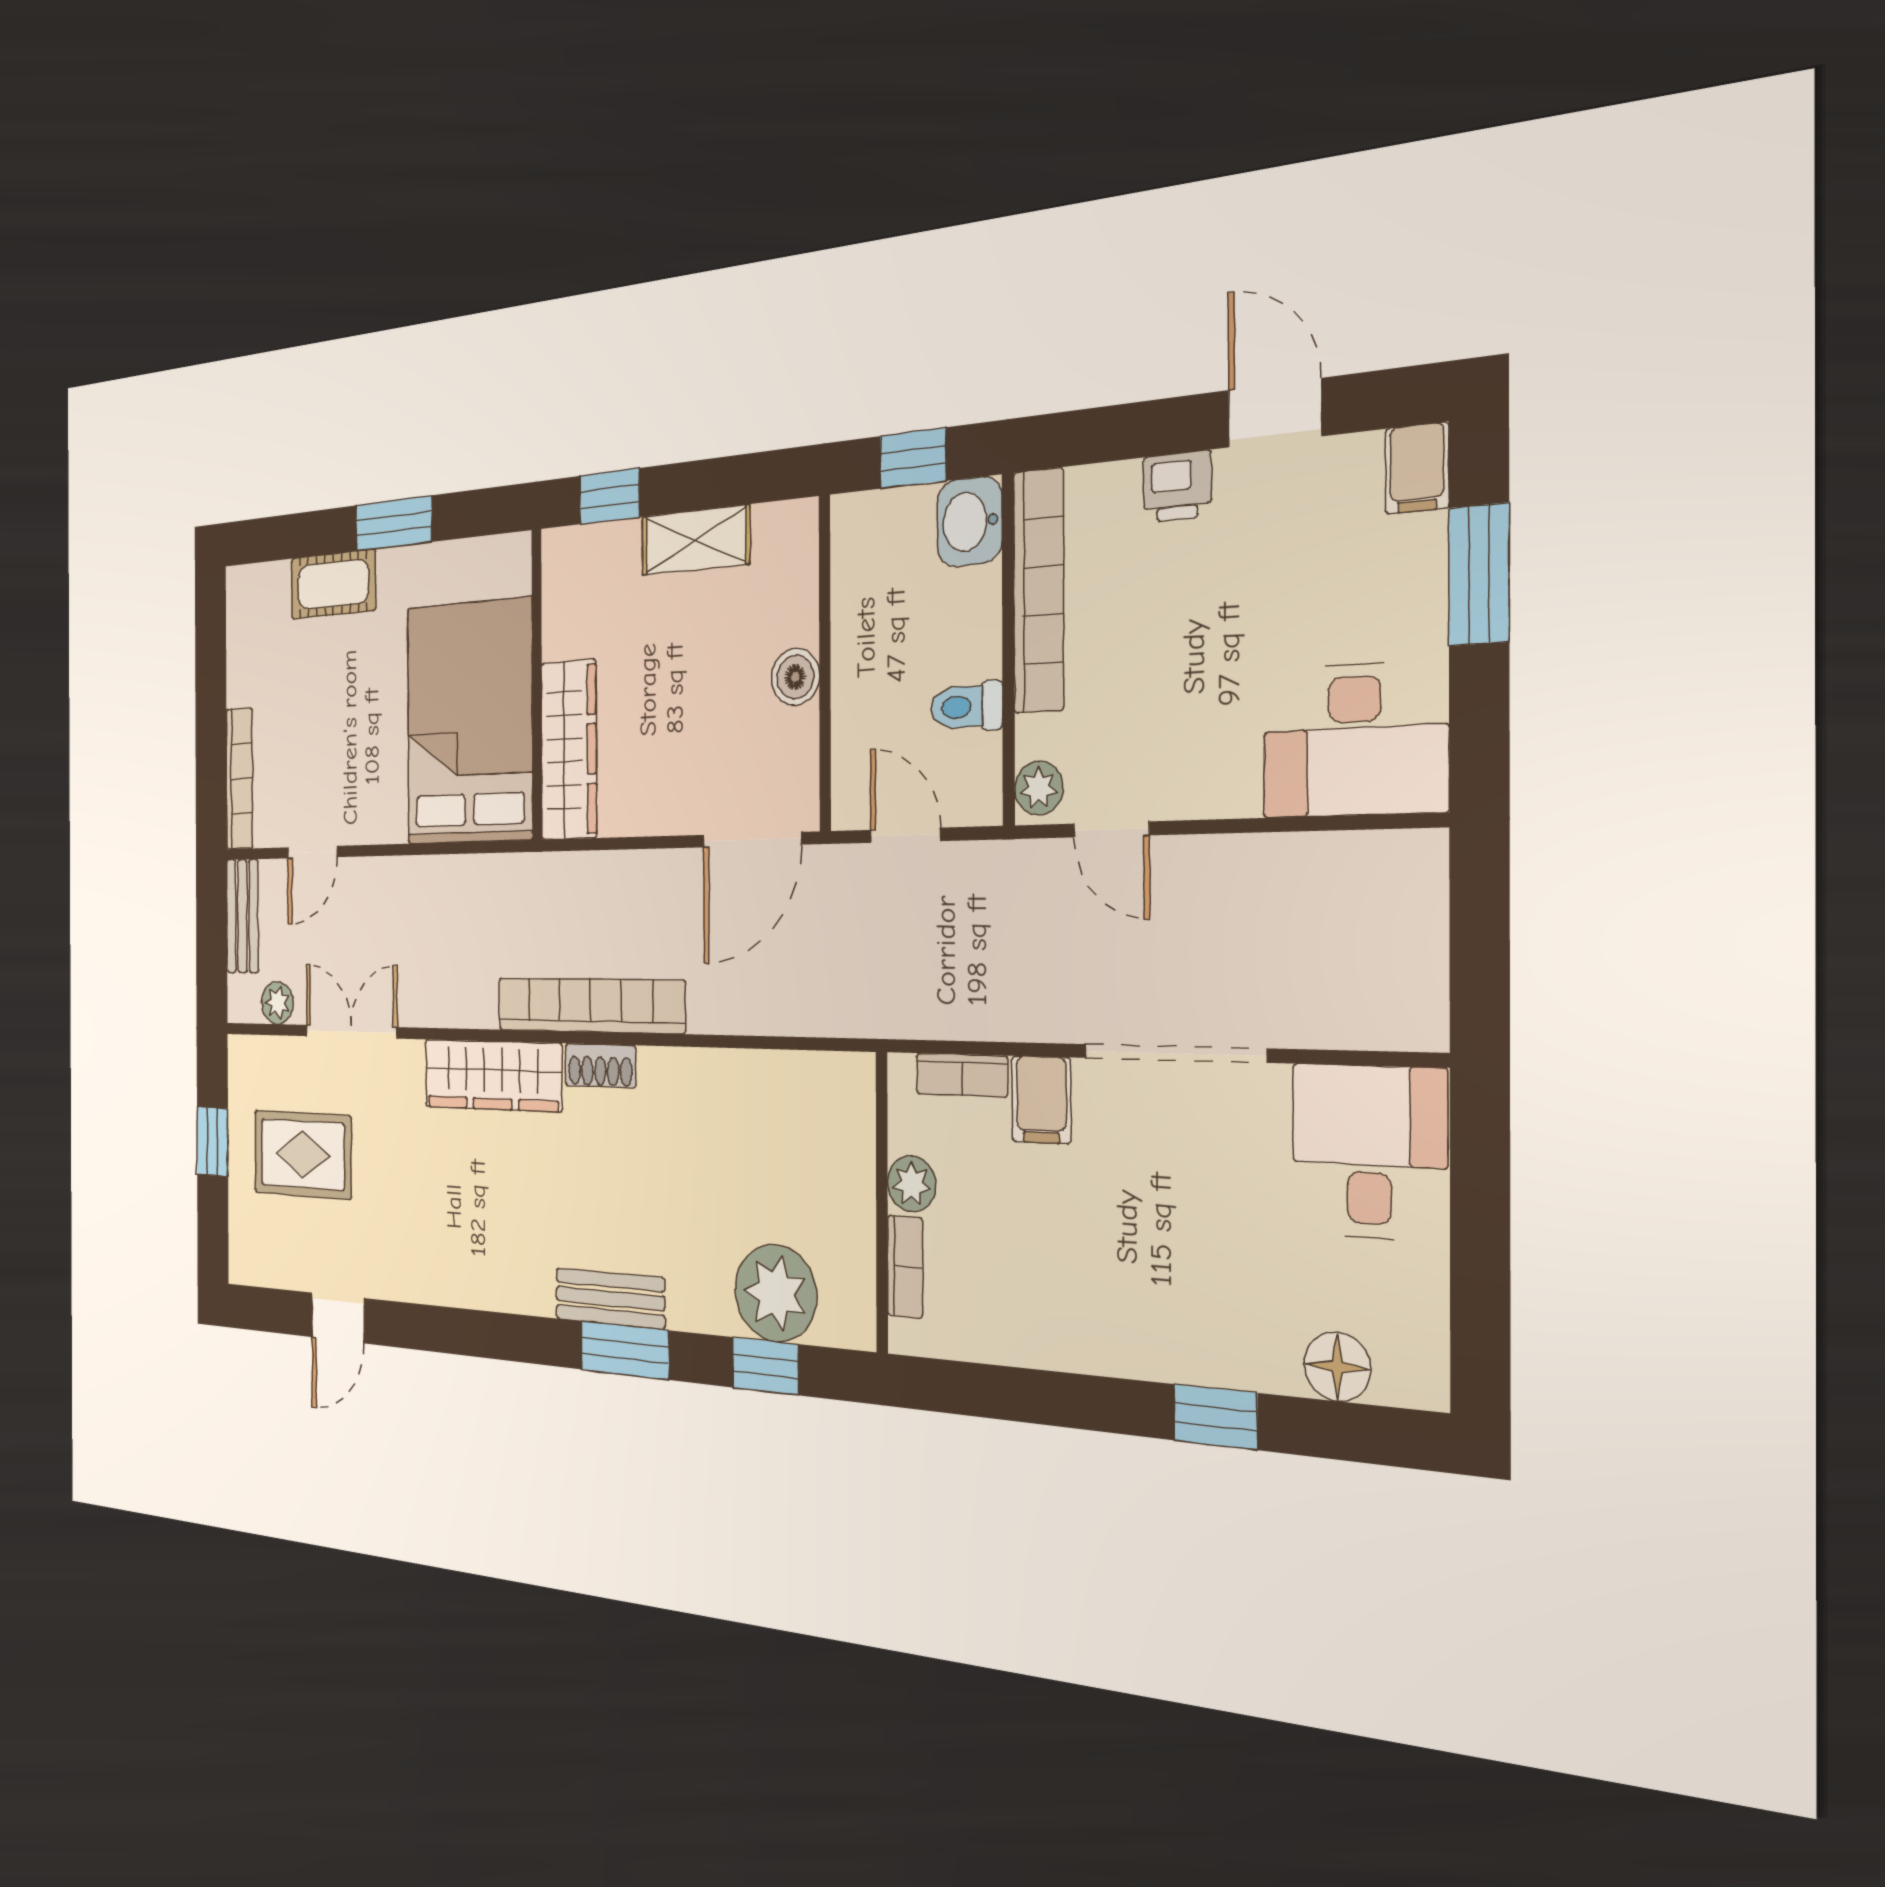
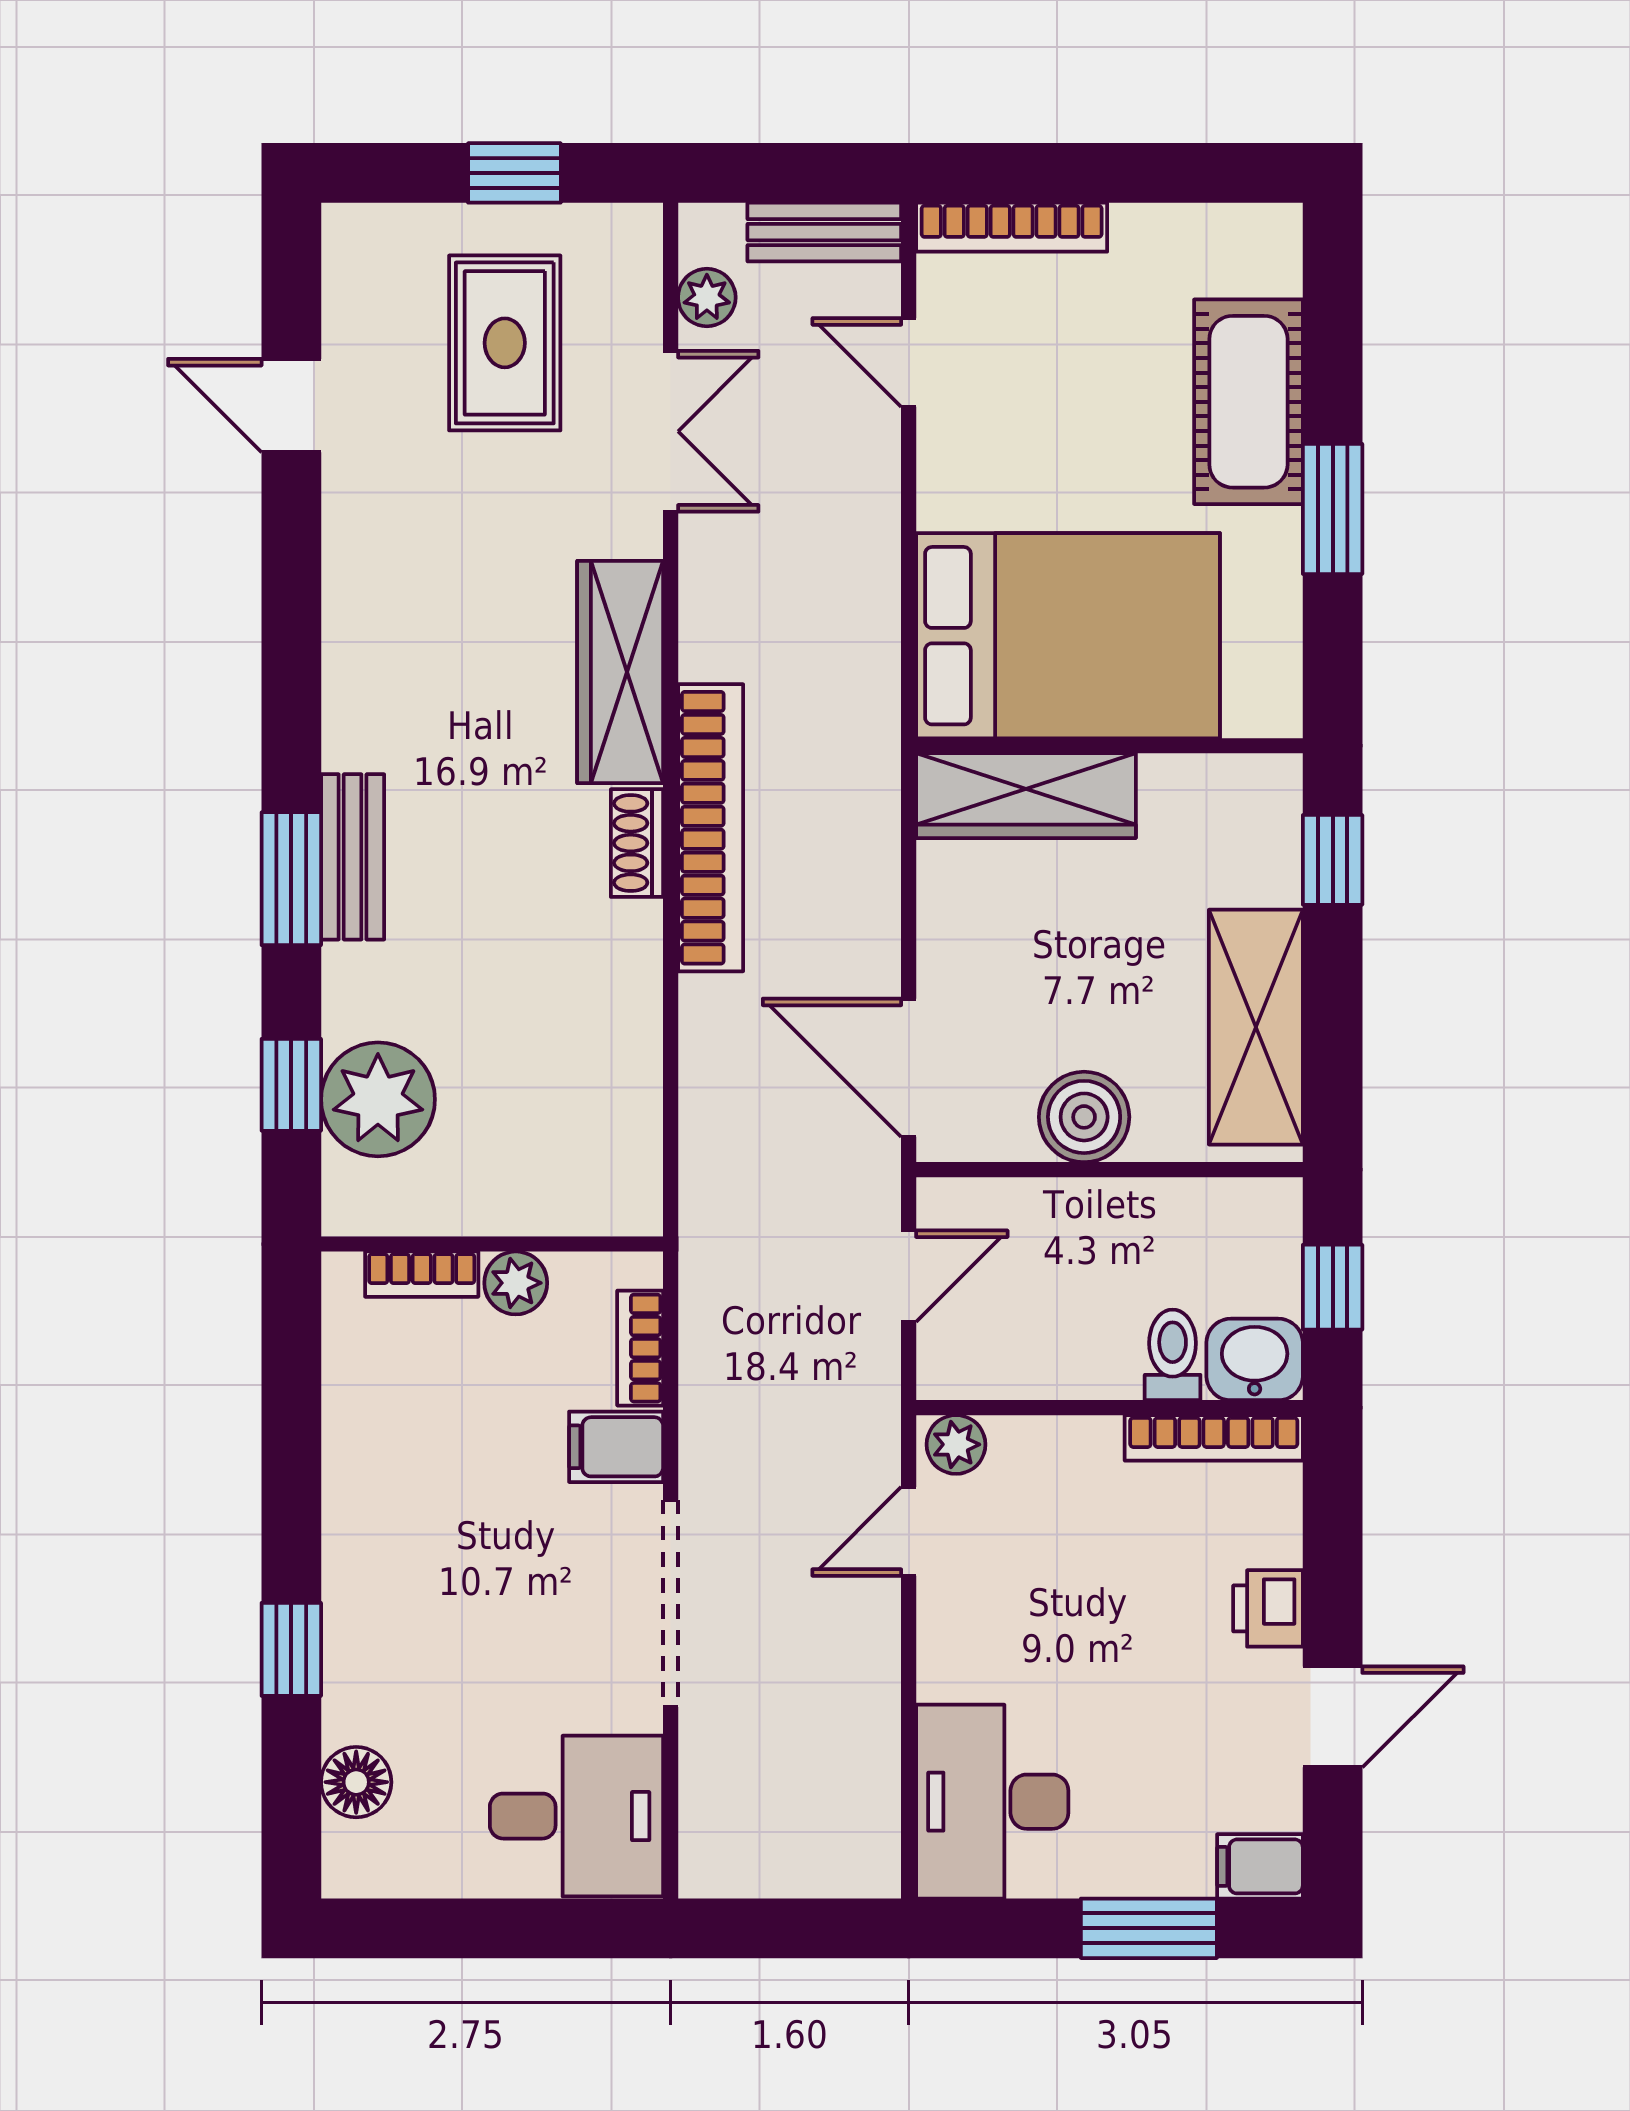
shelving: (695, 540) -> (1256, 1027), width x1.50, depth x1.33
cot: (333, 584) -> (1248, 402), width x1.37, depth x1.34
bookcase: (1039, 591) -> (1214, 1438), width x0.68, depth x0.76
boiler: (795, 677) -> (1084, 1117), width x1.36, depth x1.36
toilet: (966, 707) -> (1173, 1355), moved

